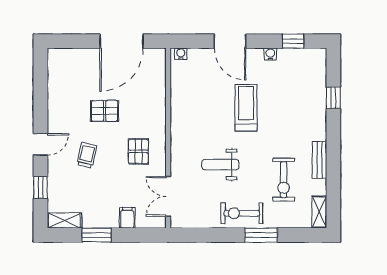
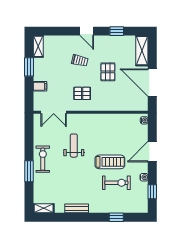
shelving: (71, 57) -> (142, 51), added
exercise bike: (284, 180) -> (116, 183), moved, turned 180
window: (40, 188) -> (117, 31), moved
double door: (168, 196) -> (54, 112), swing flipped

